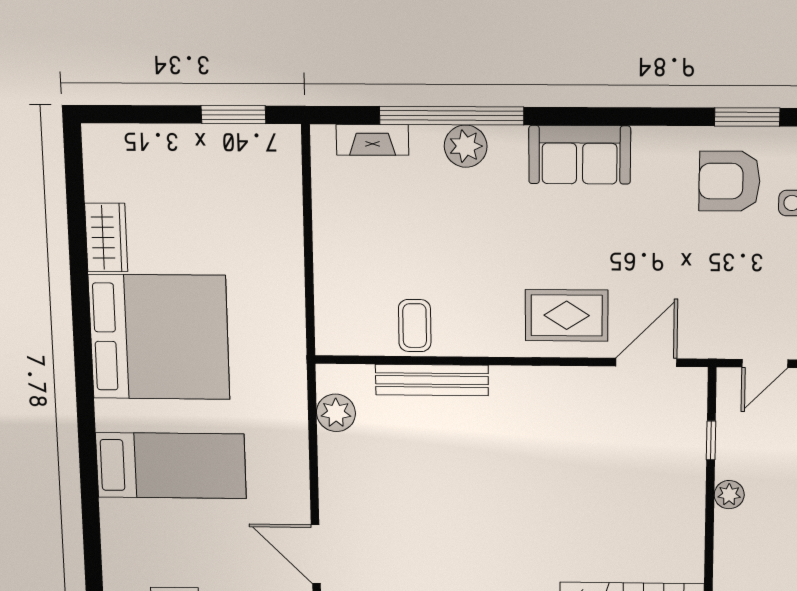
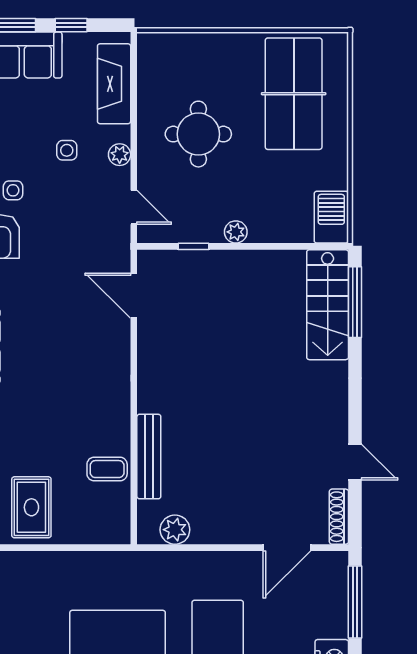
rug: (567, 315) -> (31, 507), moved

